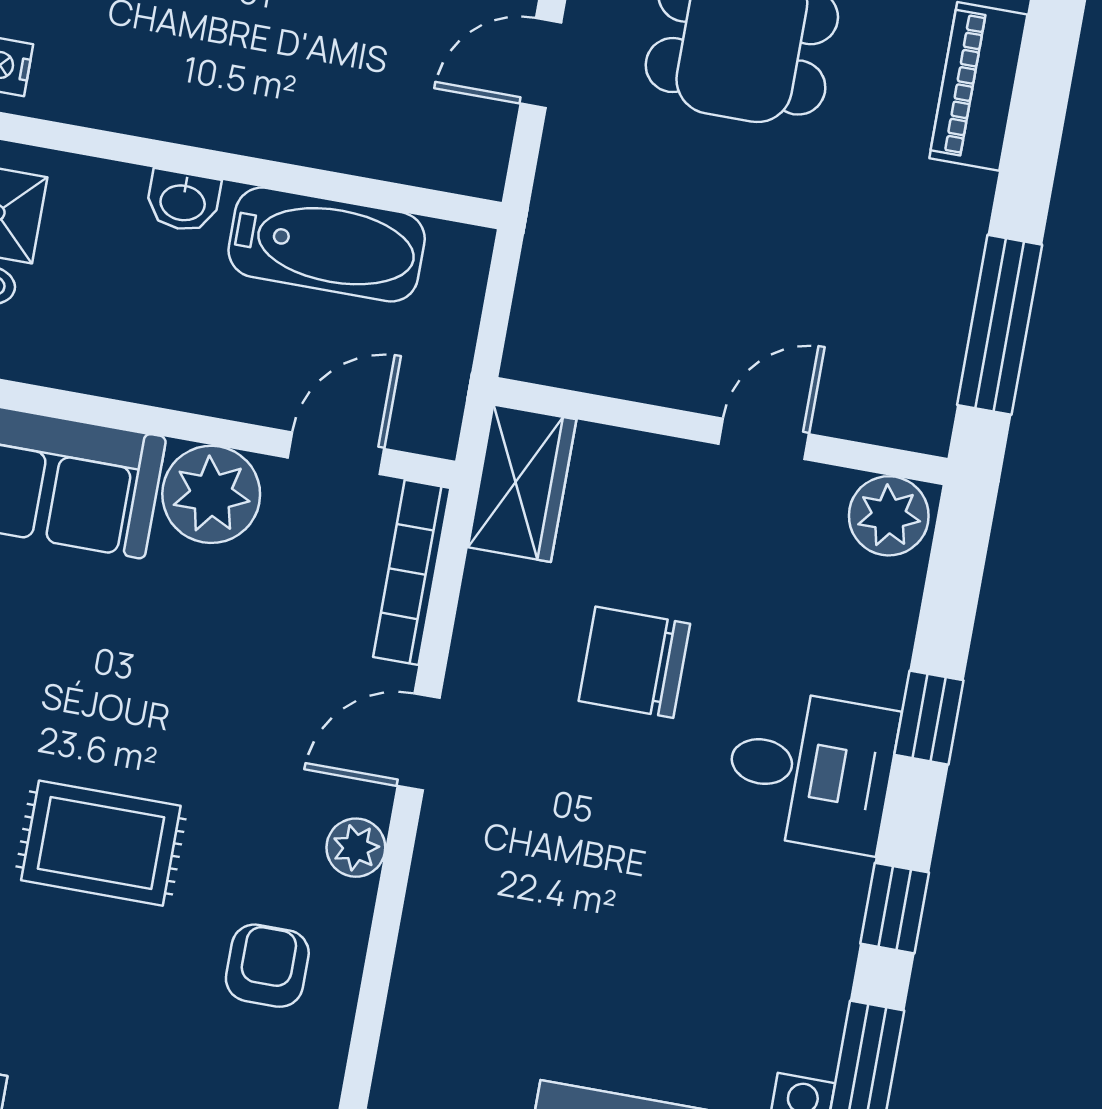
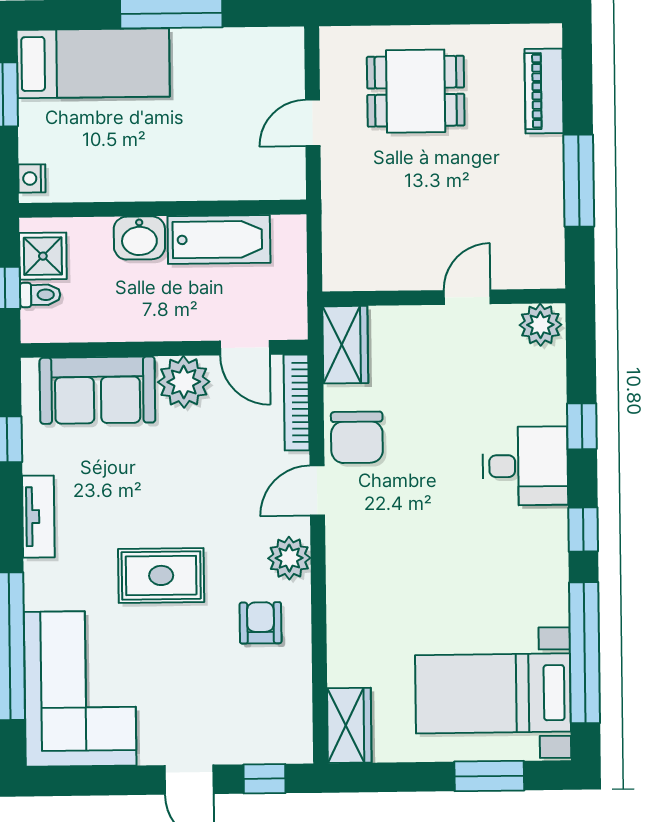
washbasin: (183, 201) -> (139, 238), width x1.38, depth x1.45
window: (1000, 325) -> (579, 181), moved
door: (336, 453) -> (245, 348), swing flipped
chair: (634, 662) -> (357, 437), moved, turned -90
plant: (356, 848) -> (289, 558), width x1.38, depth x1.38

